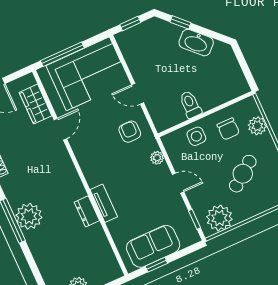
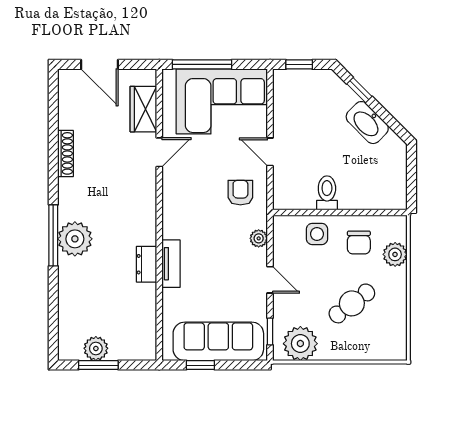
sofa: (153, 246) -> (218, 341), width x1.36

